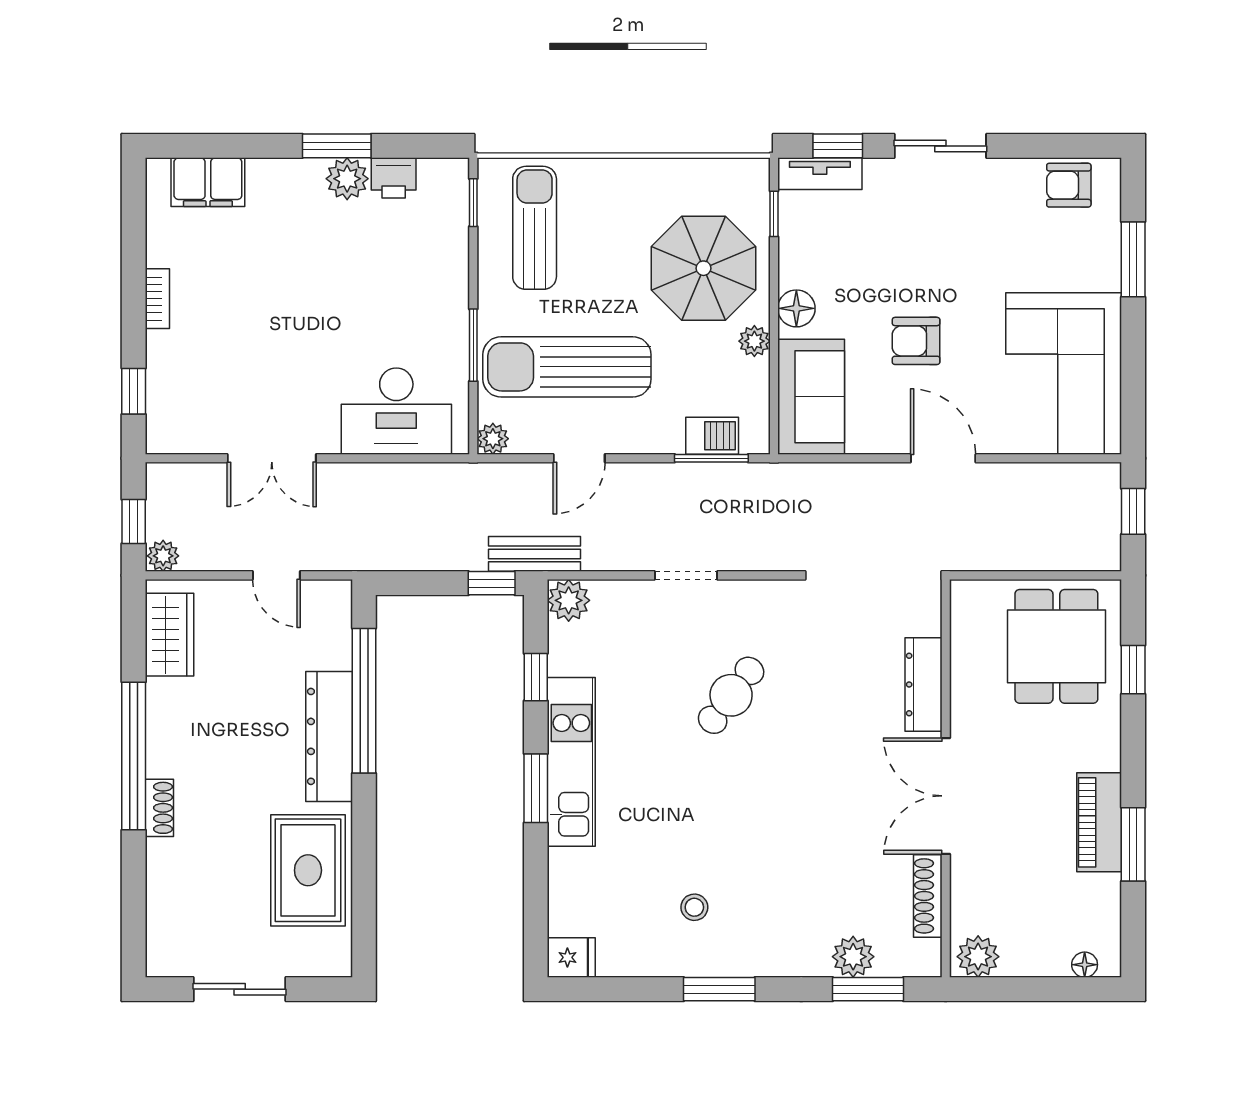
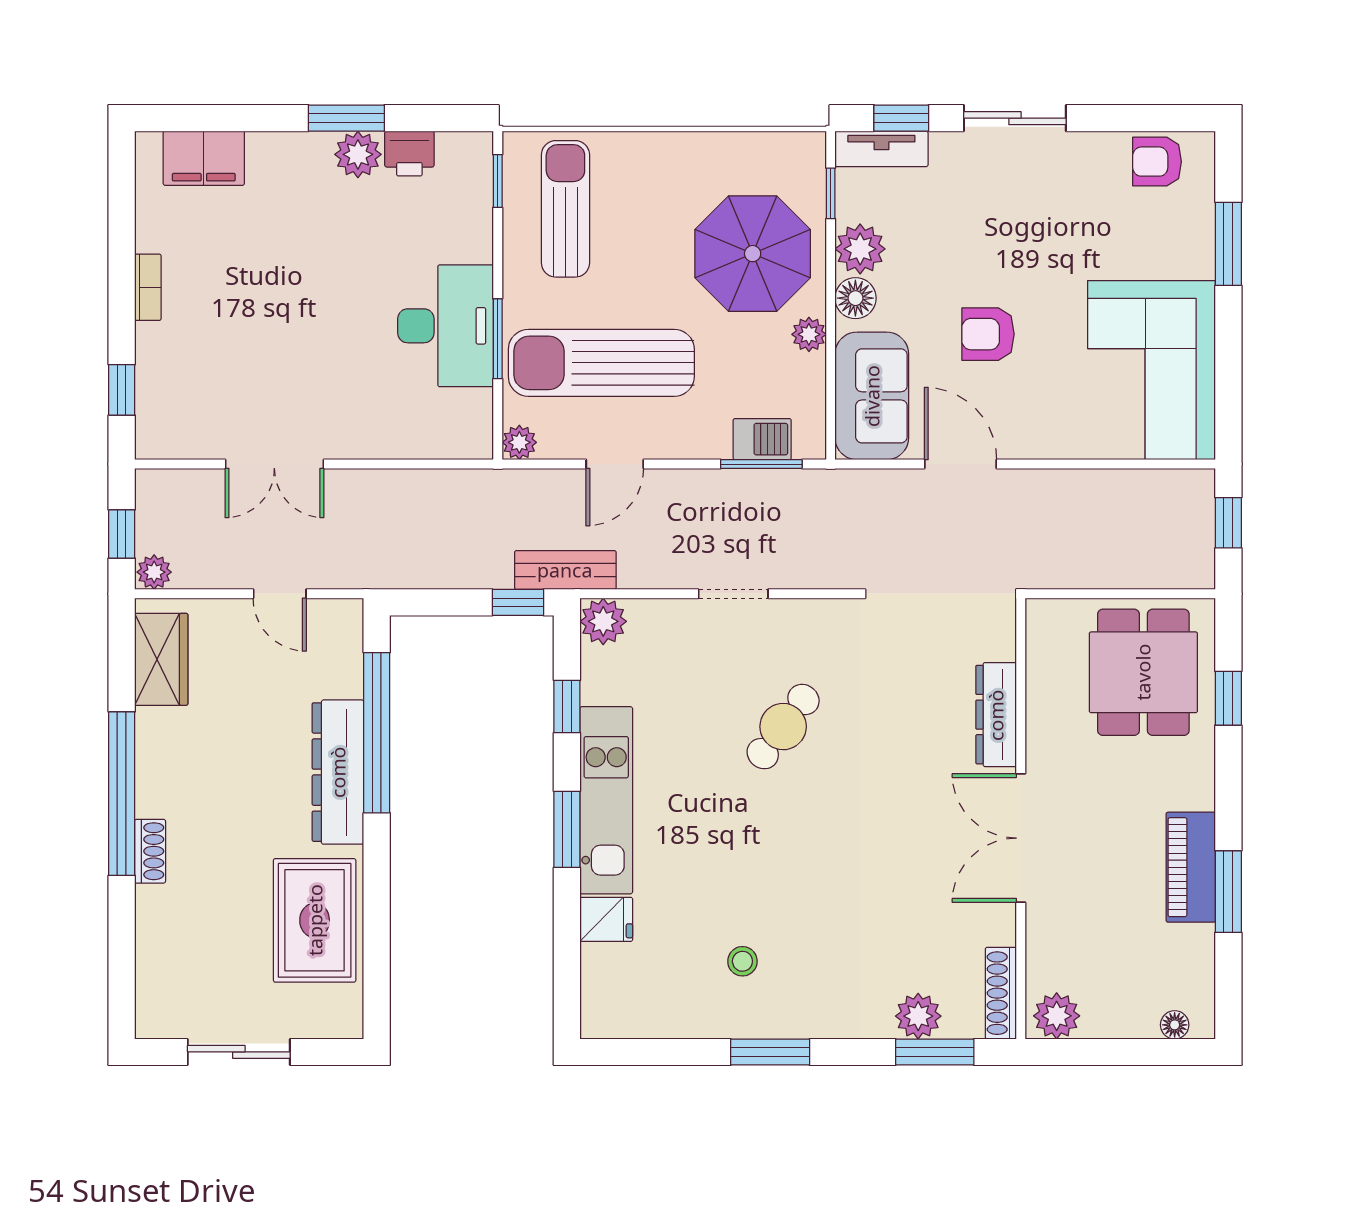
plant: (801, 264) -> (860, 249), added
desk: (396, 411) -> (446, 326), moved, turned -90
door: (943, 458) -> (960, 464), moved
shoe rack: (928, 896) -> (1001, 993), moved
fridge: (571, 957) -> (606, 919), moved

